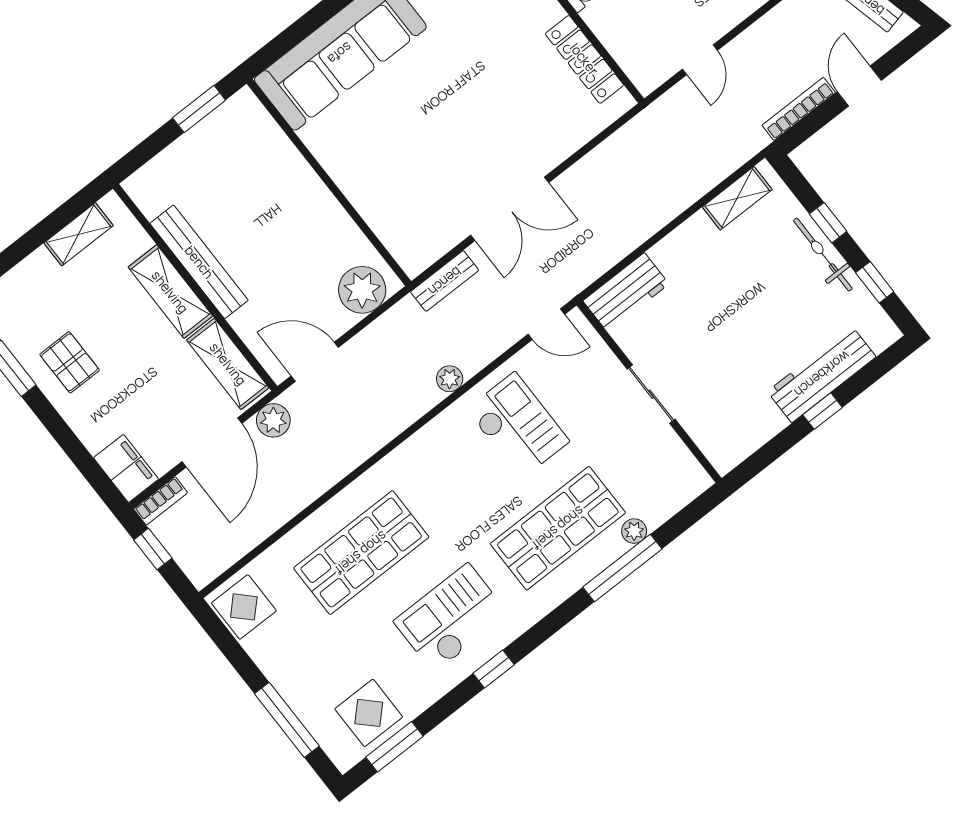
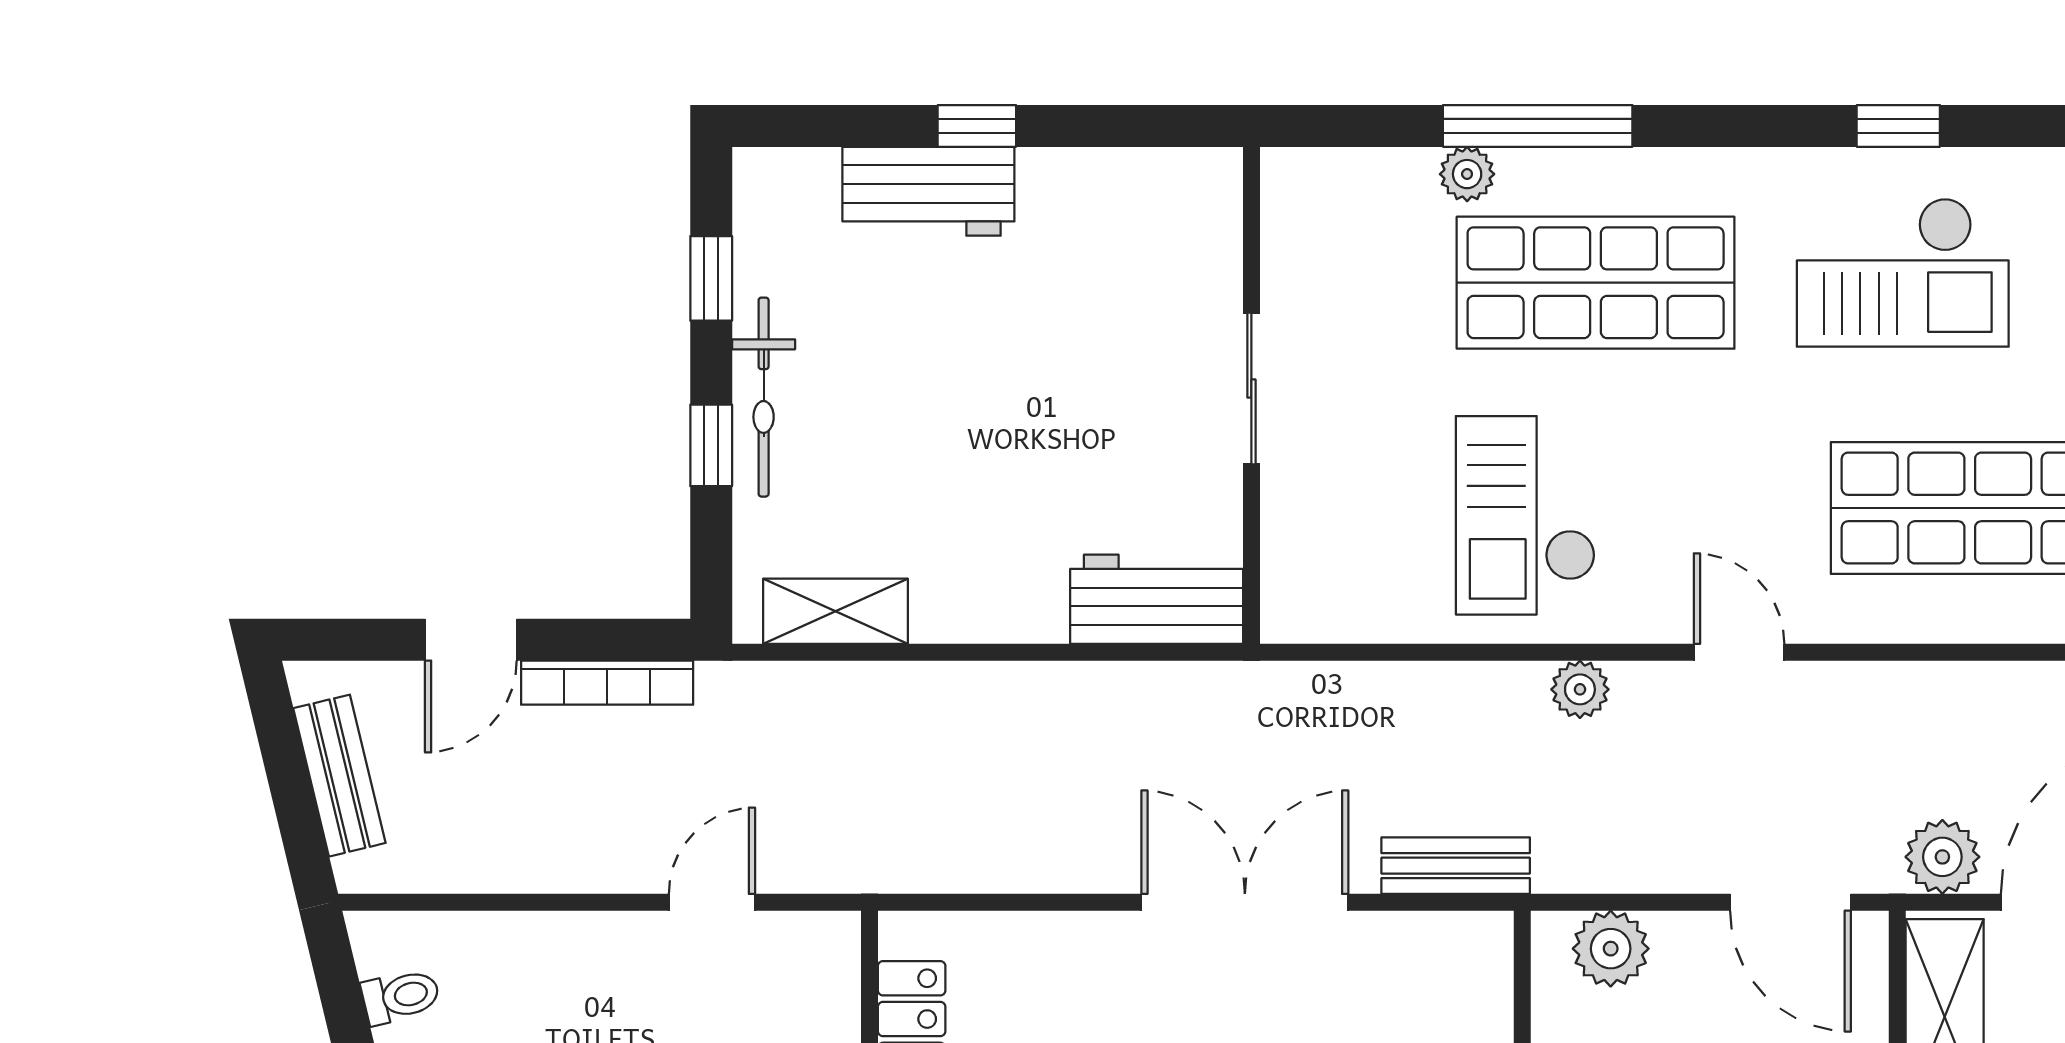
plant: (362, 290) -> (1611, 949), width x0.73, depth x0.73
door: (546, 324) -> (1739, 652), moved
workbench: (822, 374) -> (928, 191), width x0.73

